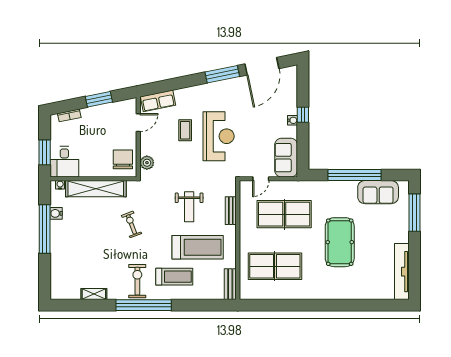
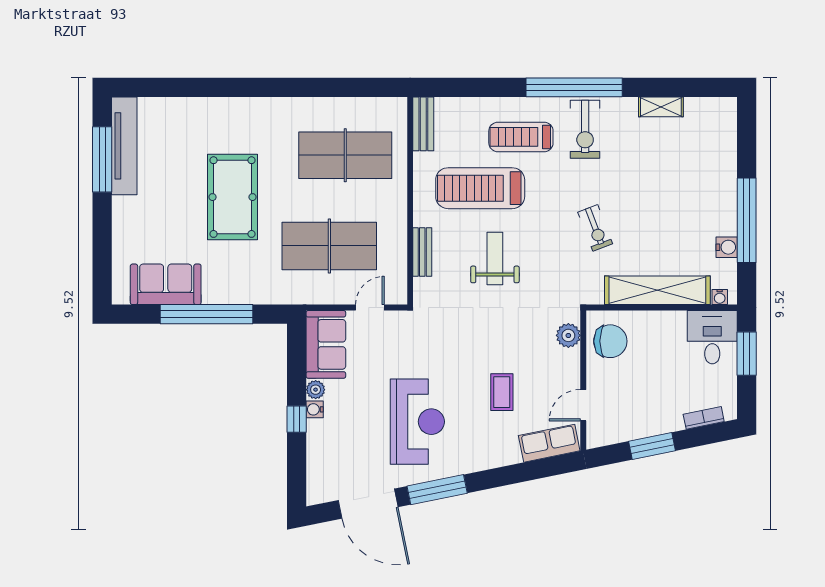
door: (262, 66) -> (368, 504), swing flipped
plant: (292, 132) -> (316, 390), added
reception desk: (219, 136) -> (417, 422), moved, turned 180
chair: (123, 159) -> (610, 341), turned -90
window: (415, 213) -> (102, 159), moved

